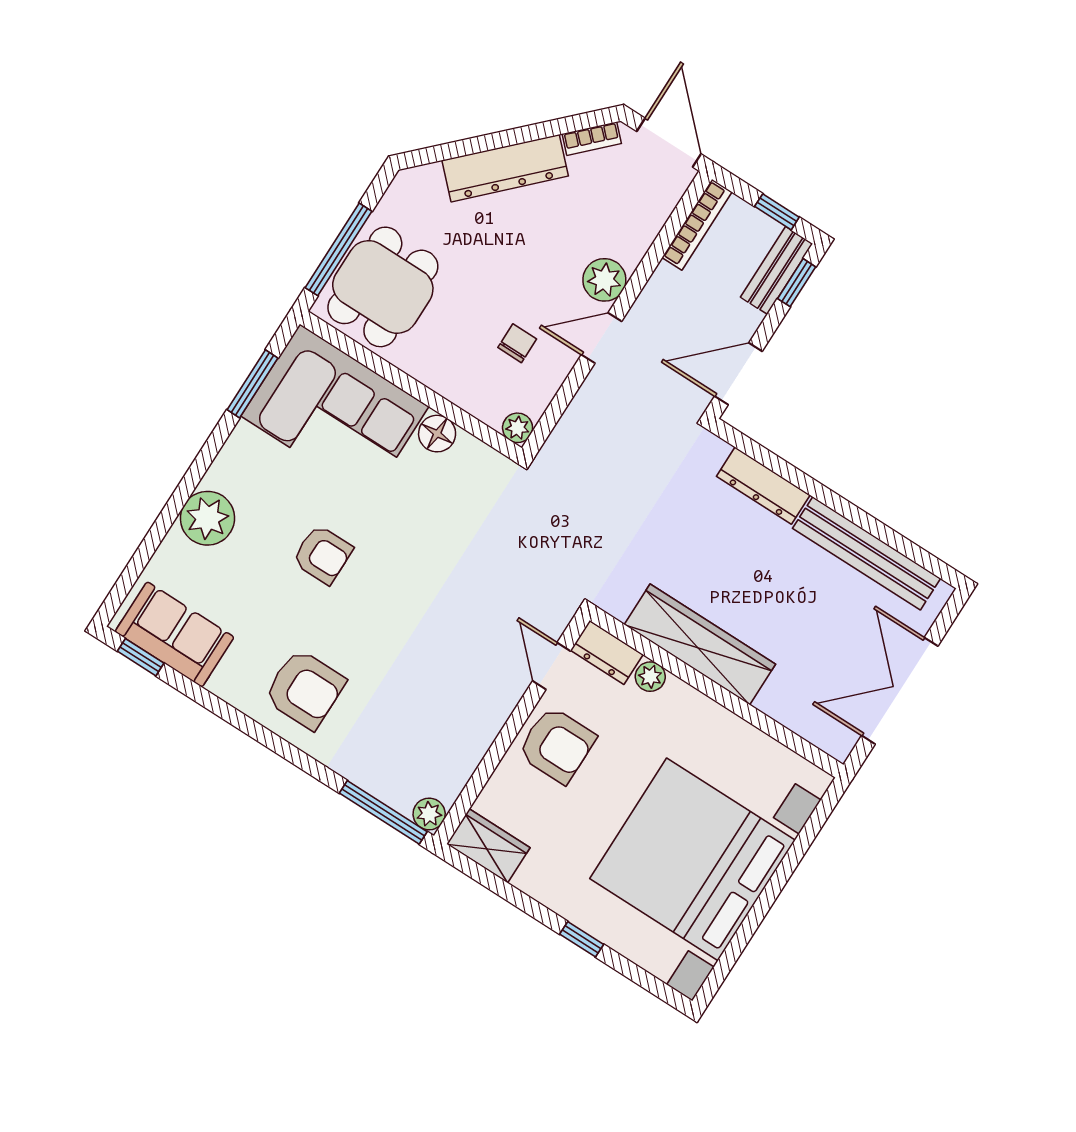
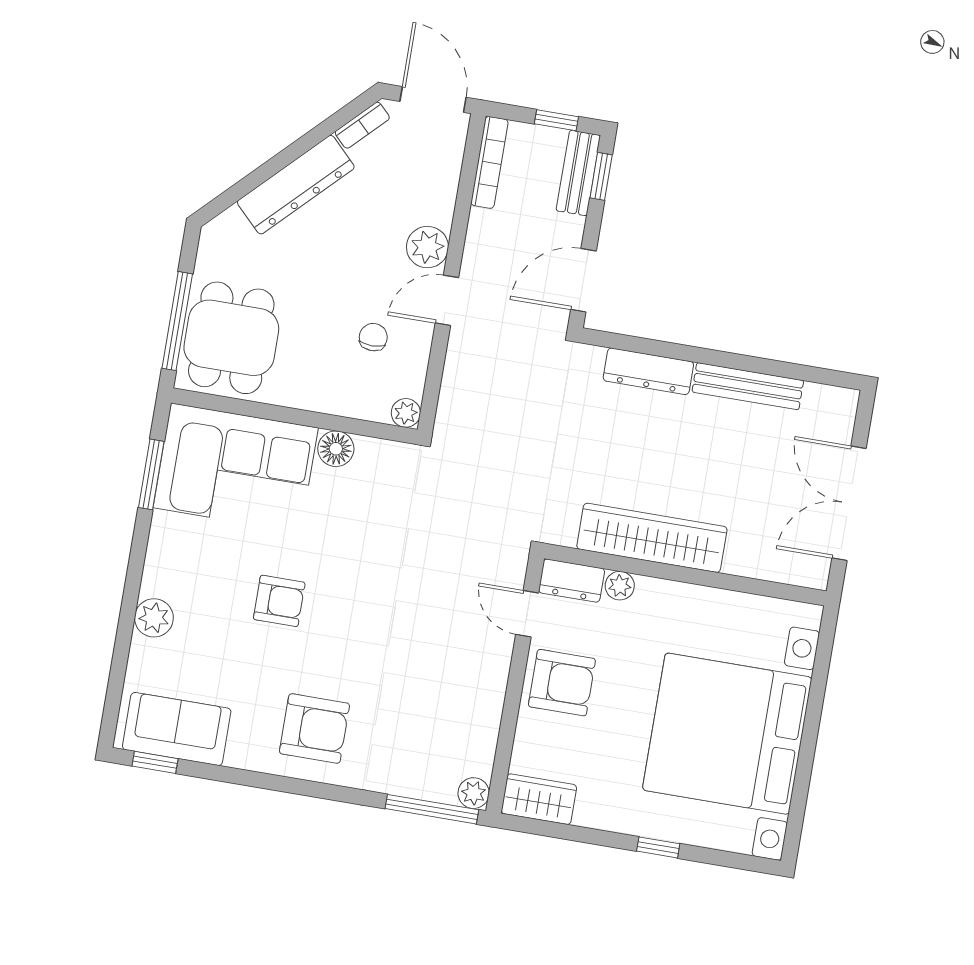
plant: (208, 518) -> (154, 618), width x0.73, depth x0.73
bench: (867, 553) -> (748, 386), width x0.73, depth x0.82

